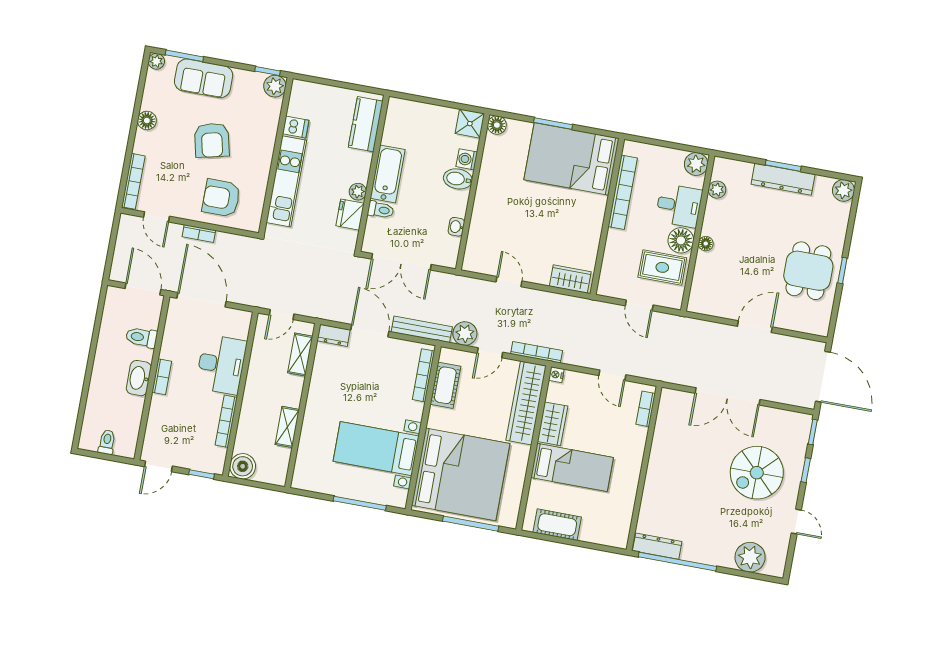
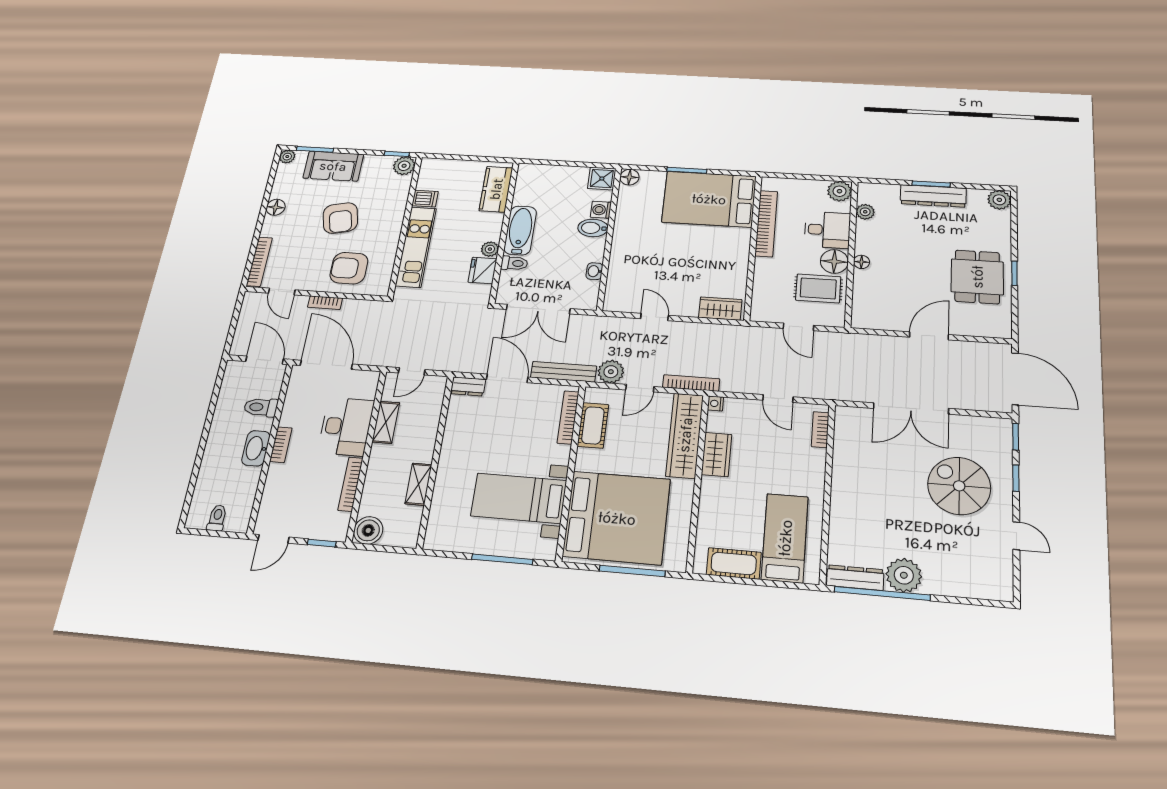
shelving: (300, 355) -> (386, 422), moved
bed: (572, 467) -> (785, 538), moved, turned -90
spiral stairs: (757, 473) -> (959, 486), turned 90
plant: (750, 557) -> (904, 575), moved

